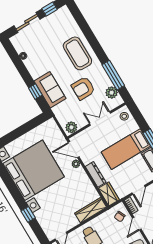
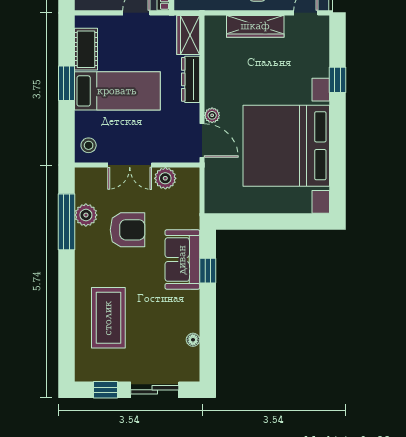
coffee table: (77, 53) -> (108, 318), moved
plant: (112, 93) -> (86, 215), moved
plant: (71, 127) -> (165, 178), moved
wardrobe: (91, 210) -> (255, 26), moved

